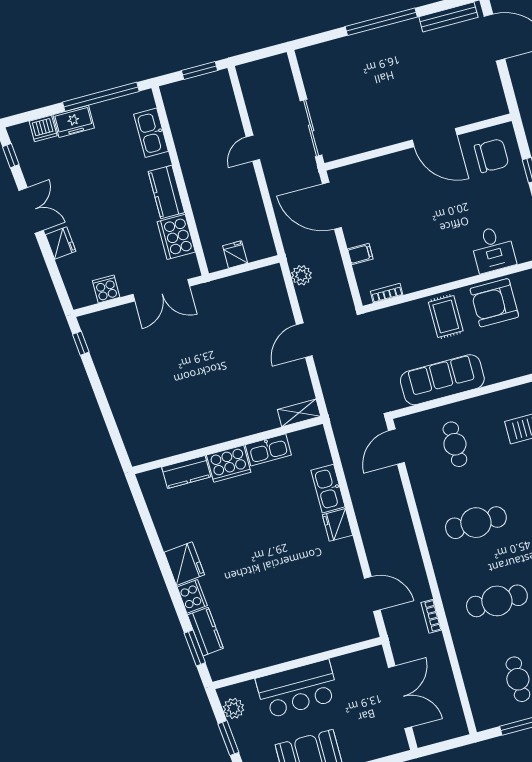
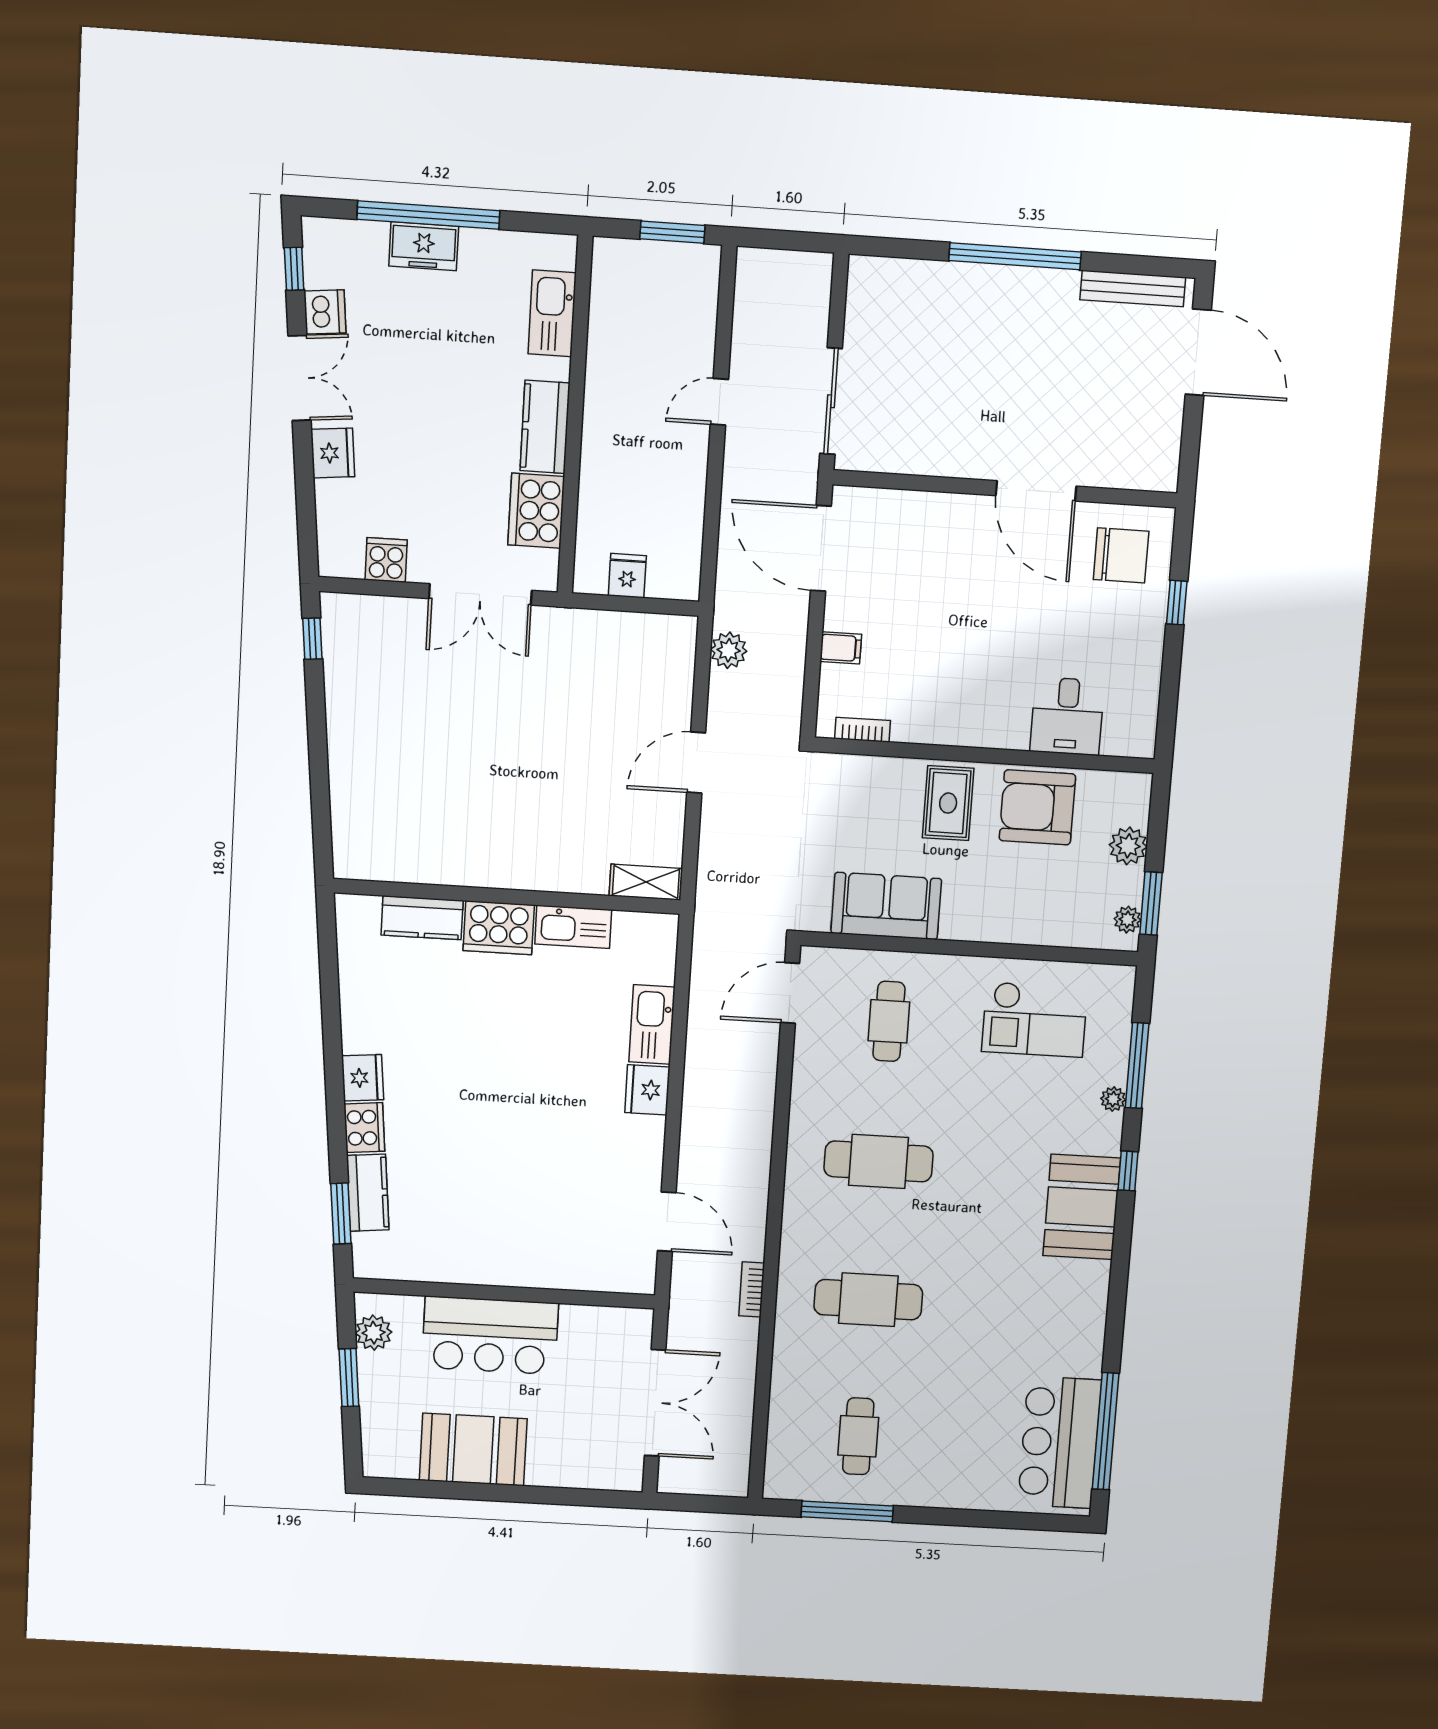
window: (101, 97) -> (428, 215), moved
dishwasher: (43, 129) -> (325, 312), moved, turned -95
sofa: (442, 380) -> (886, 906), width x0.73
fridge: (184, 564) -> (363, 1078), width x0.73, depth x0.75

